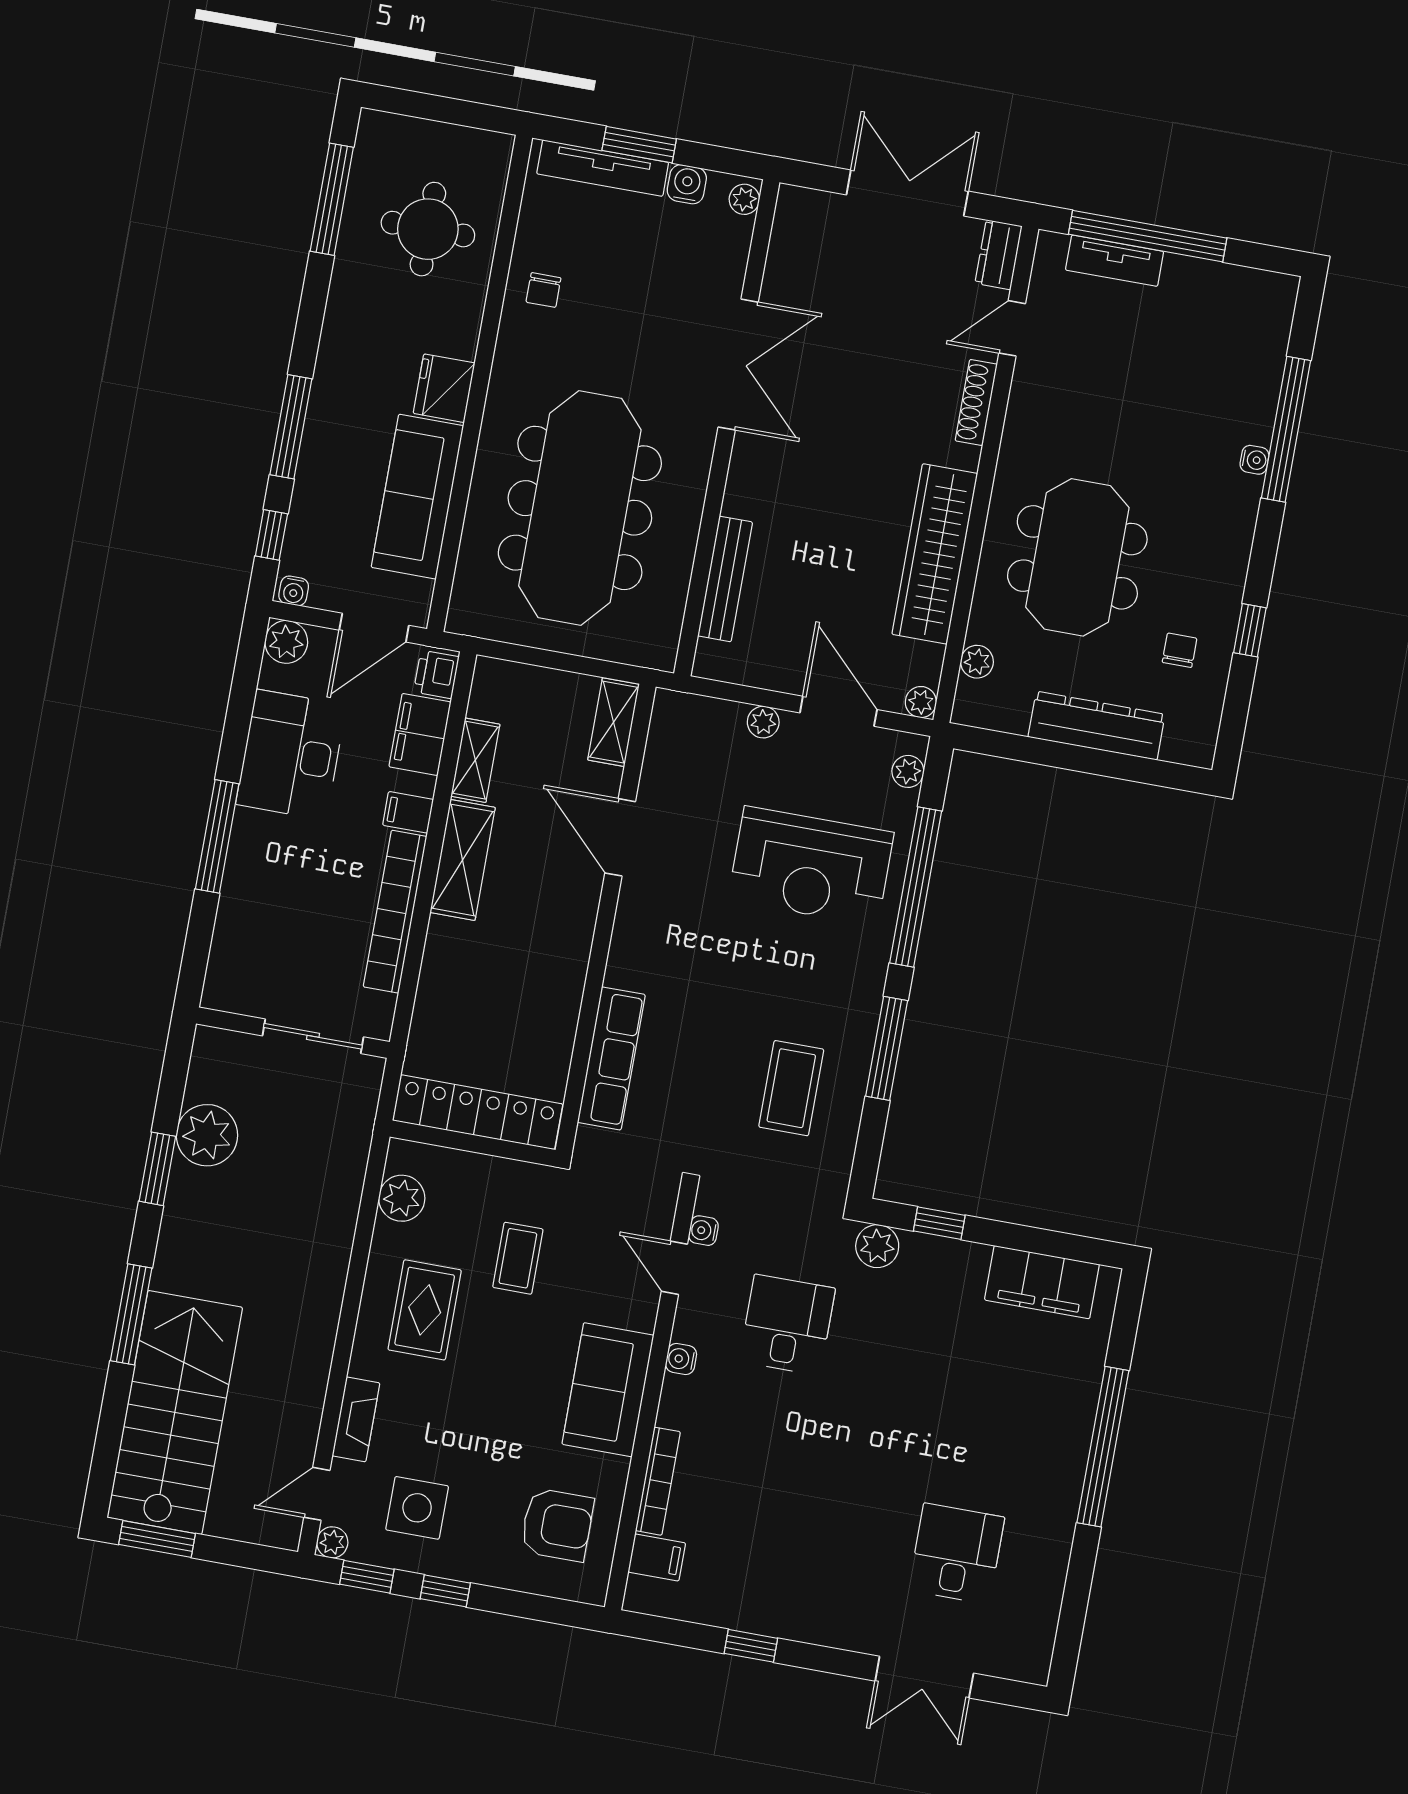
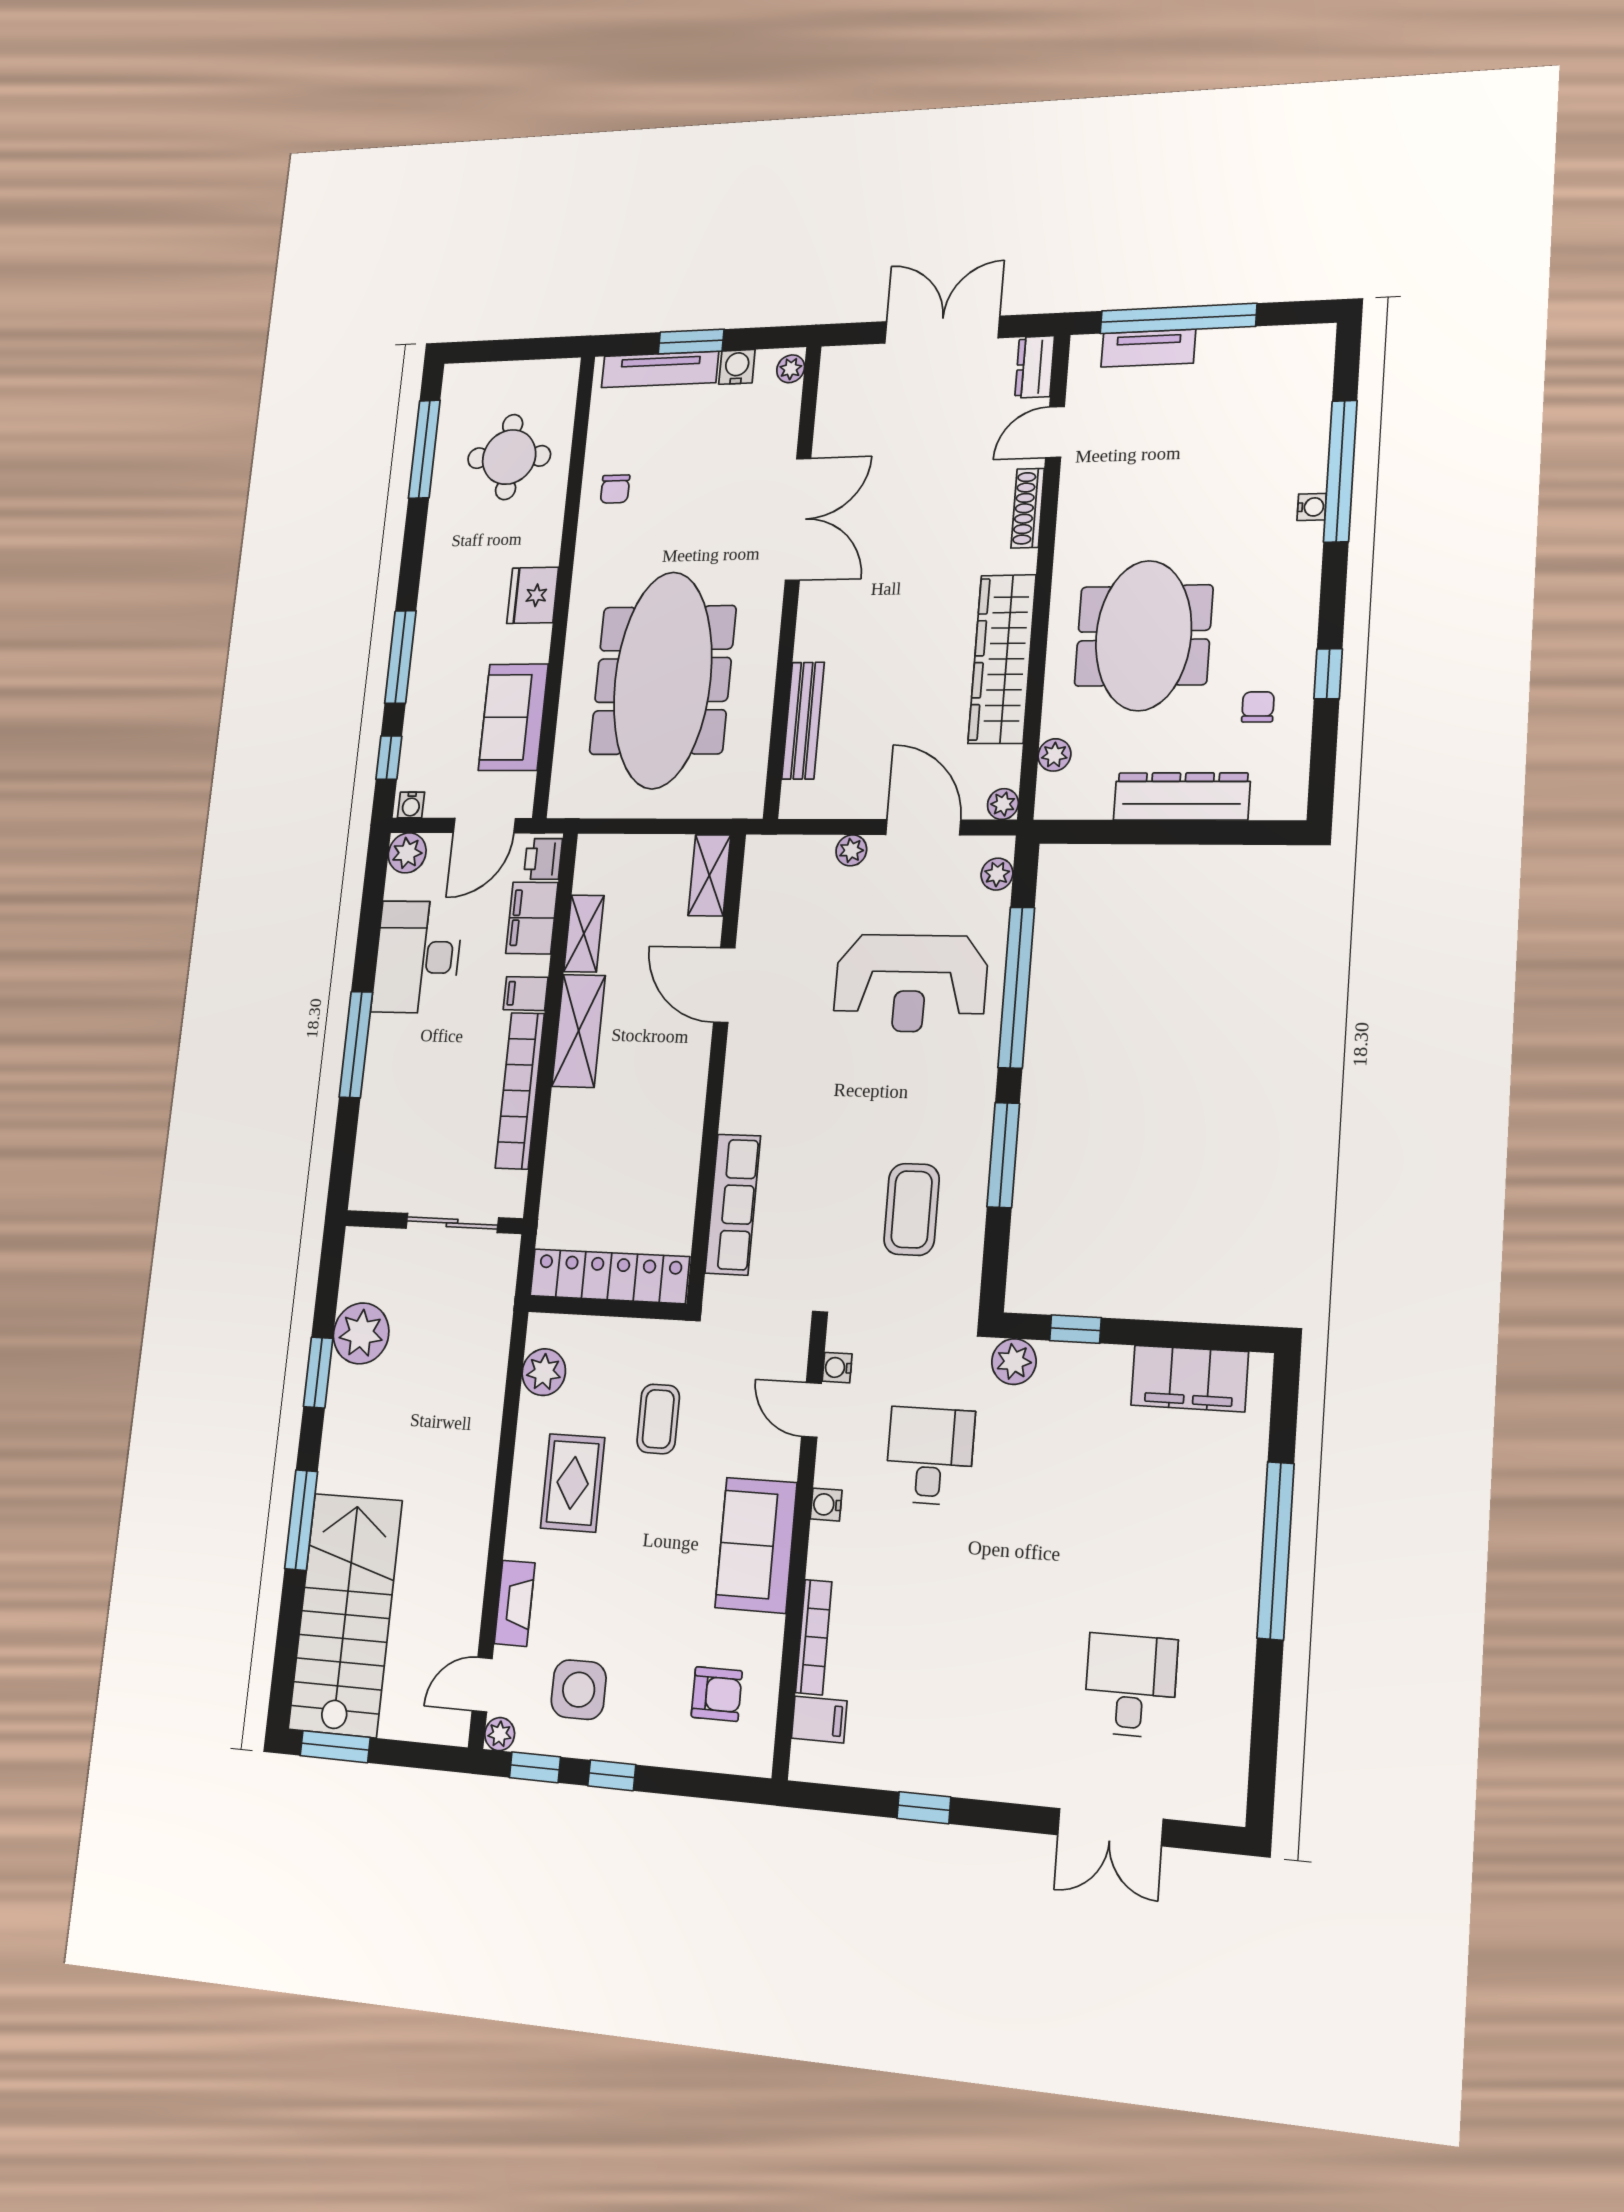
sofa: (417, 497) -> (513, 717), width x0.73
armchair: (557, 1525) -> (717, 1694), width x0.72, depth x0.72

